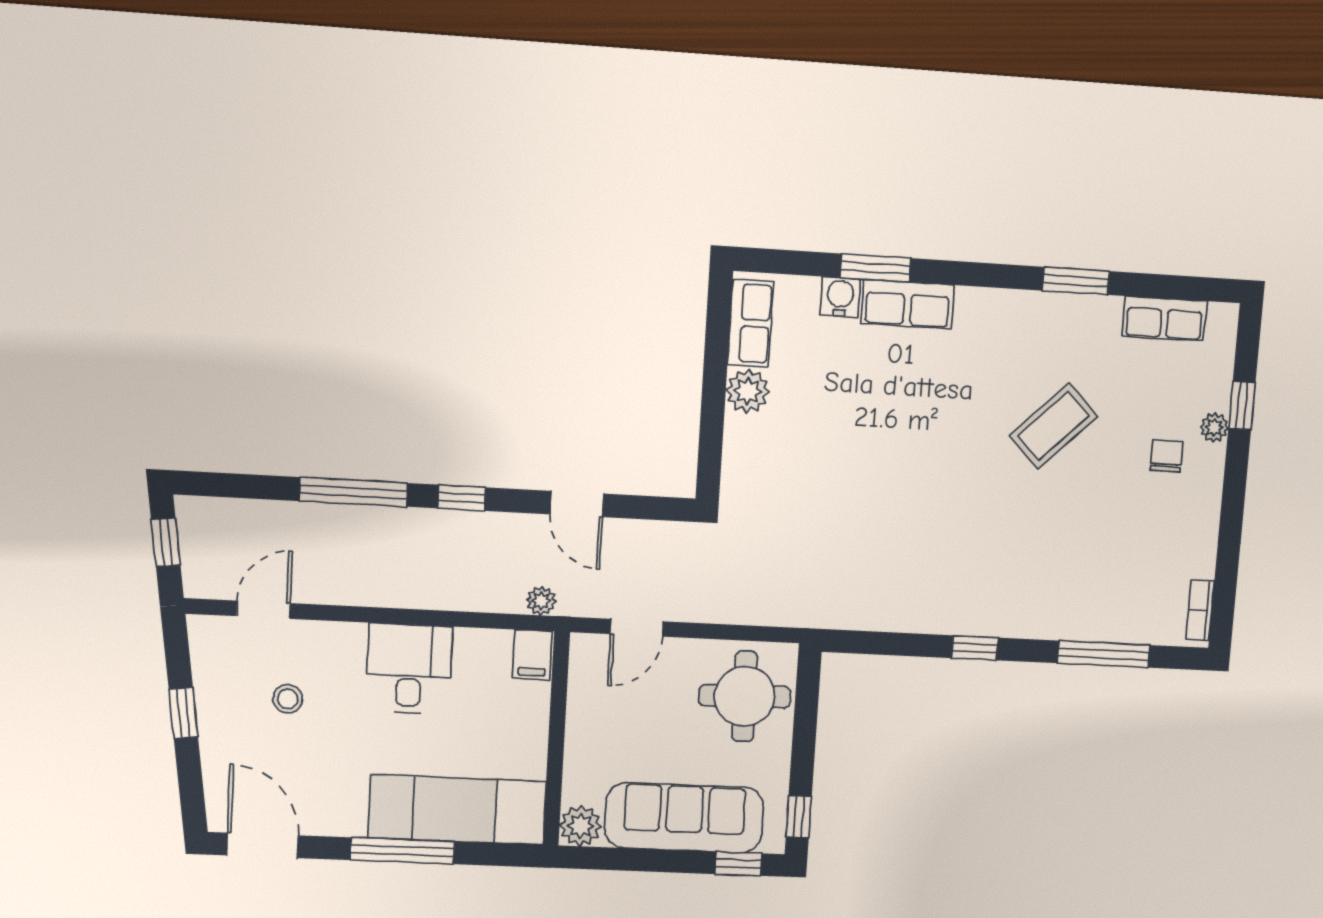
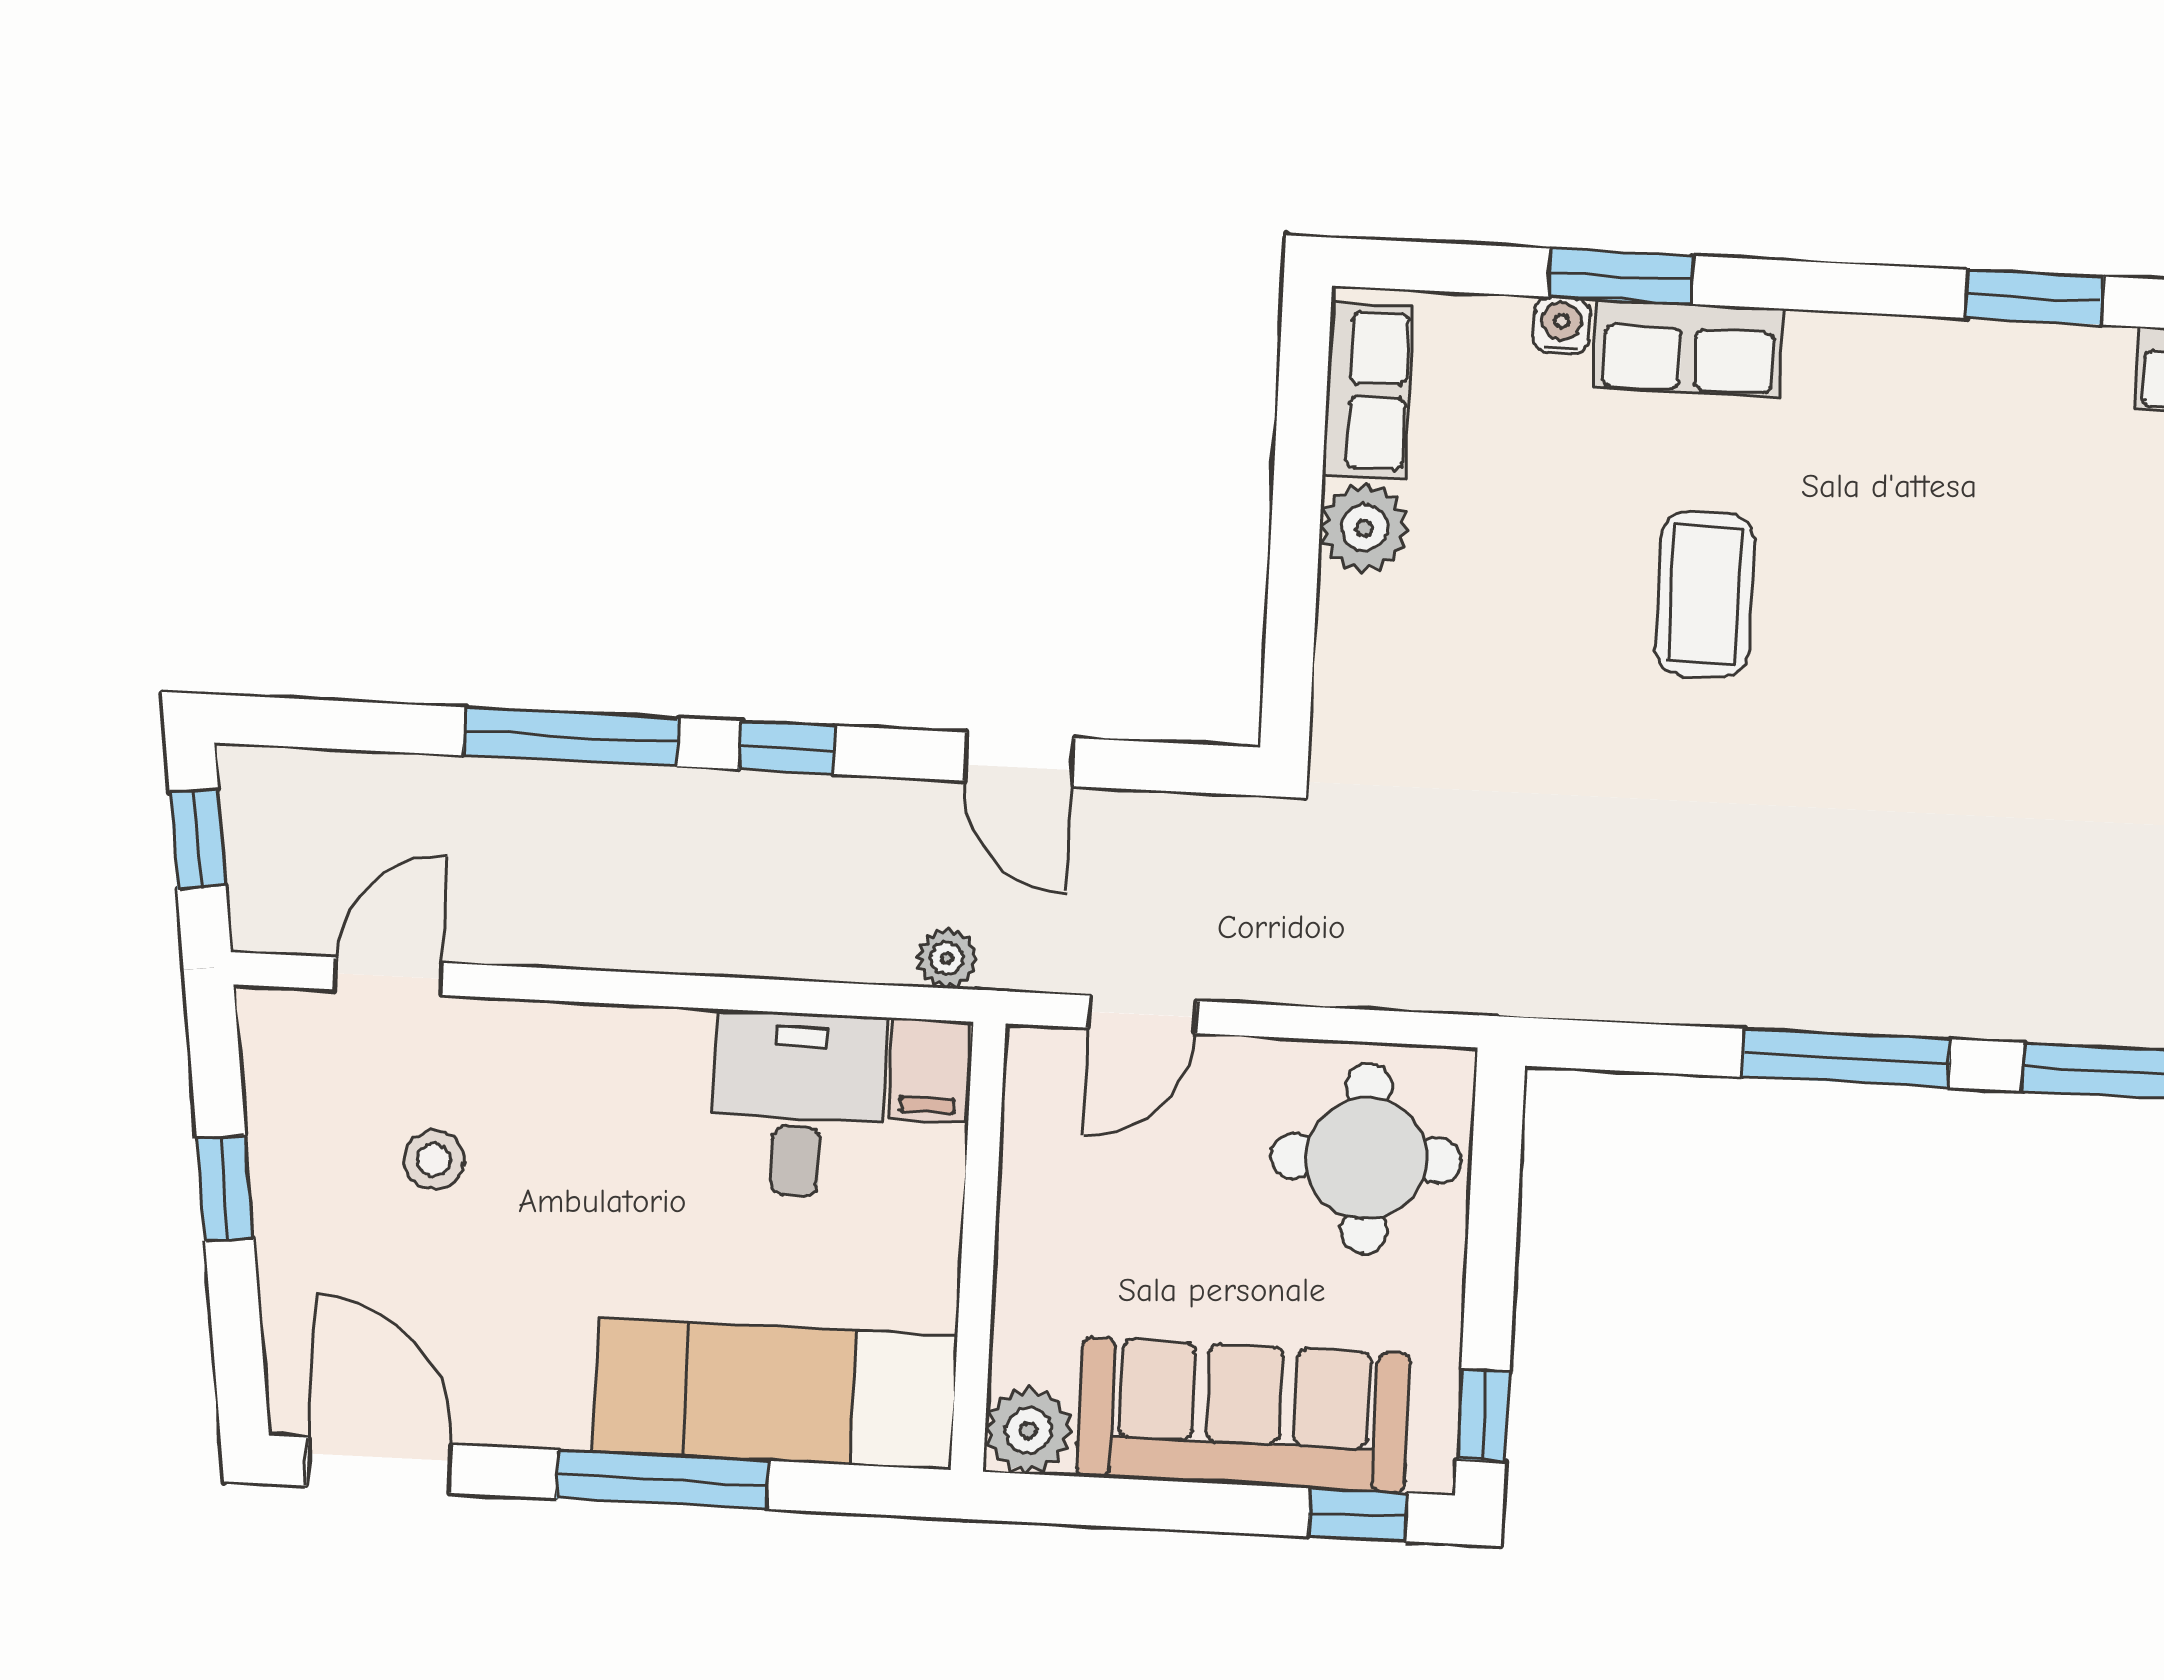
water cooler: (840, 297) -> (1562, 325), width x0.72, depth x0.72
coffee table: (1054, 426) -> (1705, 595), moved, turned -45
window: (975, 648) -> (1846, 1058), width x2.17
desk: (409, 669) -> (798, 1104), moved

